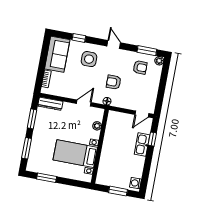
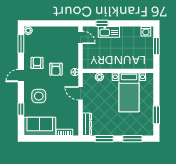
armchair: (140, 67) -> (37, 63), moved

